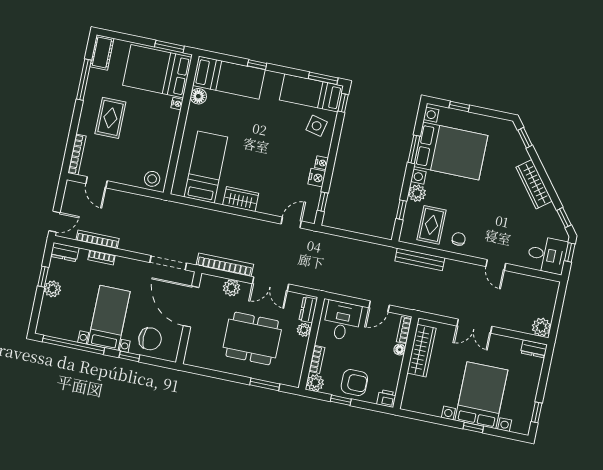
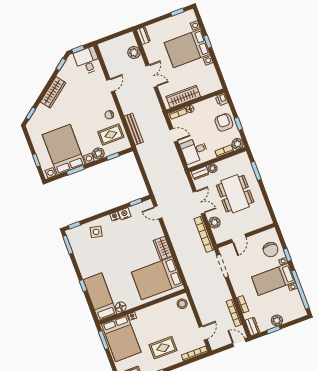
bed: (311, 93) -> (80, 246), removed
bed: (206, 167) -> (157, 278), width x1.50
door: (191, 307) -> (239, 238), width x0.53
plant: (541, 327) -> (134, 52), moved
chair: (150, 339) -> (271, 250), turned 180

